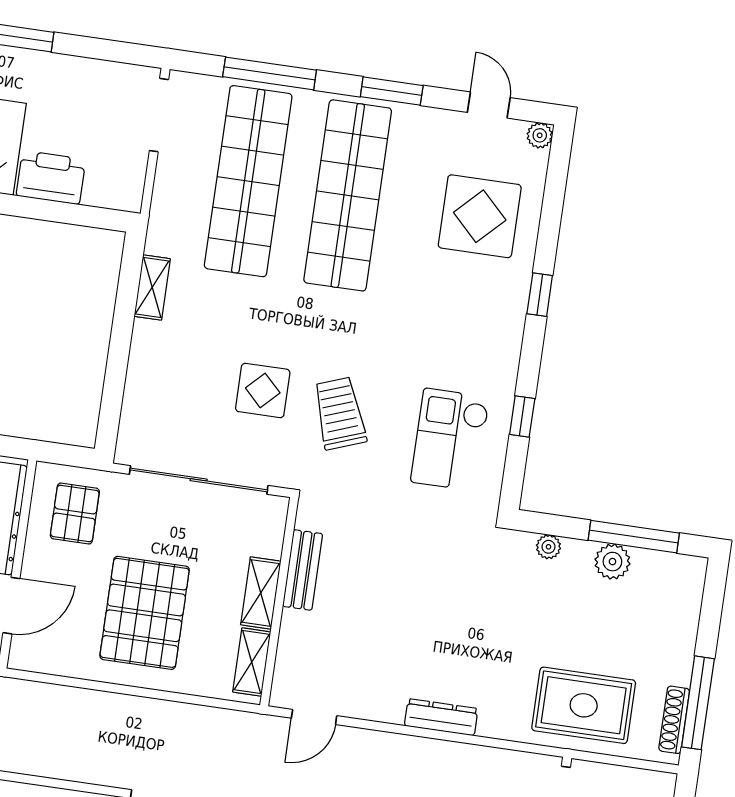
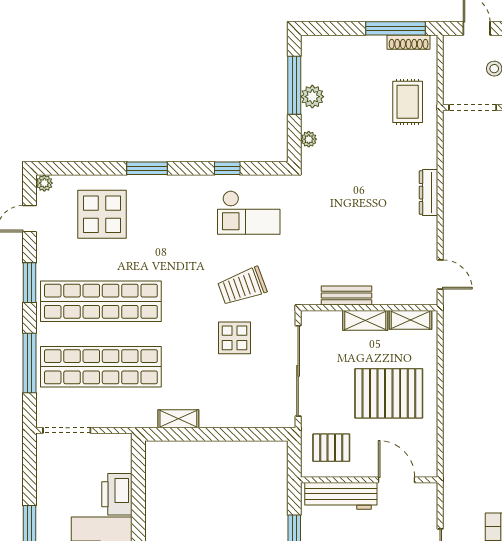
window: (540, 295) -> (147, 168), width x1.50
rug: (584, 705) -> (408, 102), width x0.73, depth x0.70

